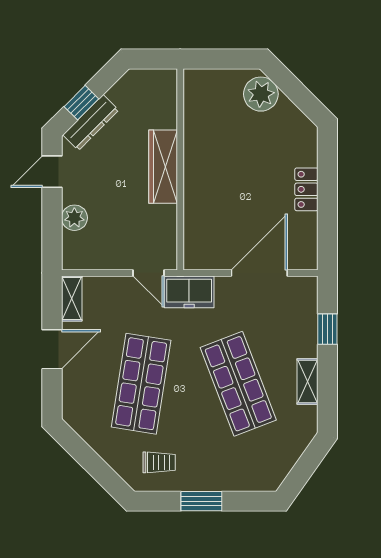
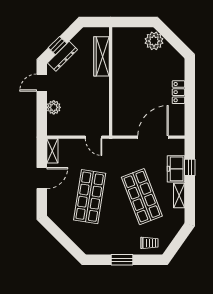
wardrobe: (163, 167) -> (101, 56), moved
freezer: (189, 292) -> (176, 169), moved, turned 90
trolley: (159, 462) -> (149, 243), moved

